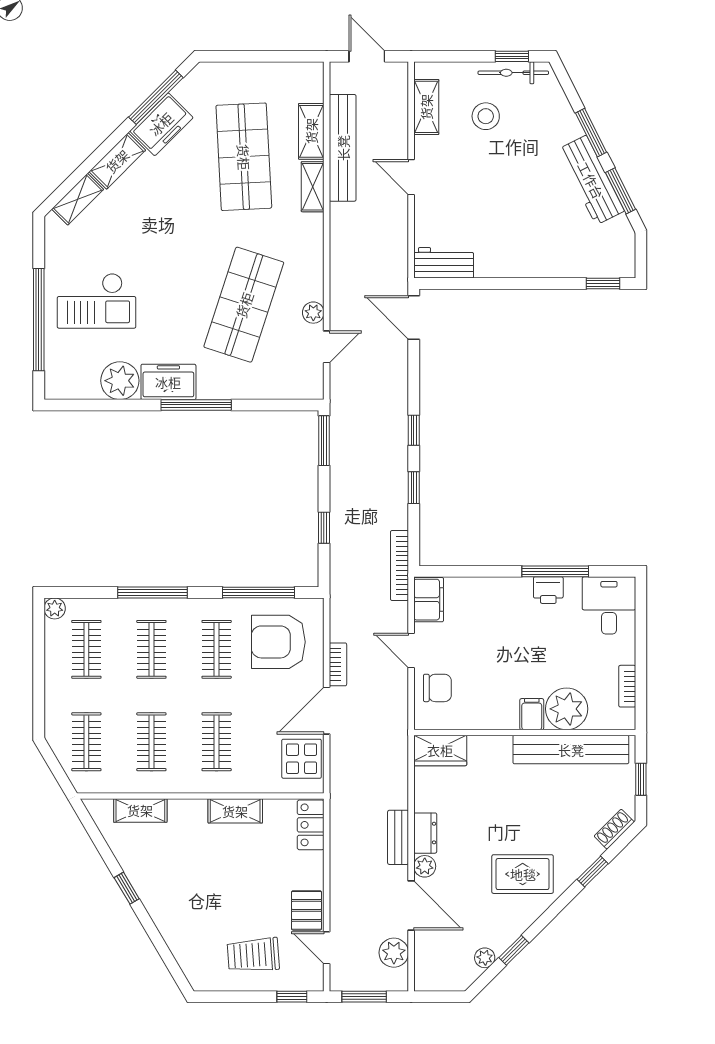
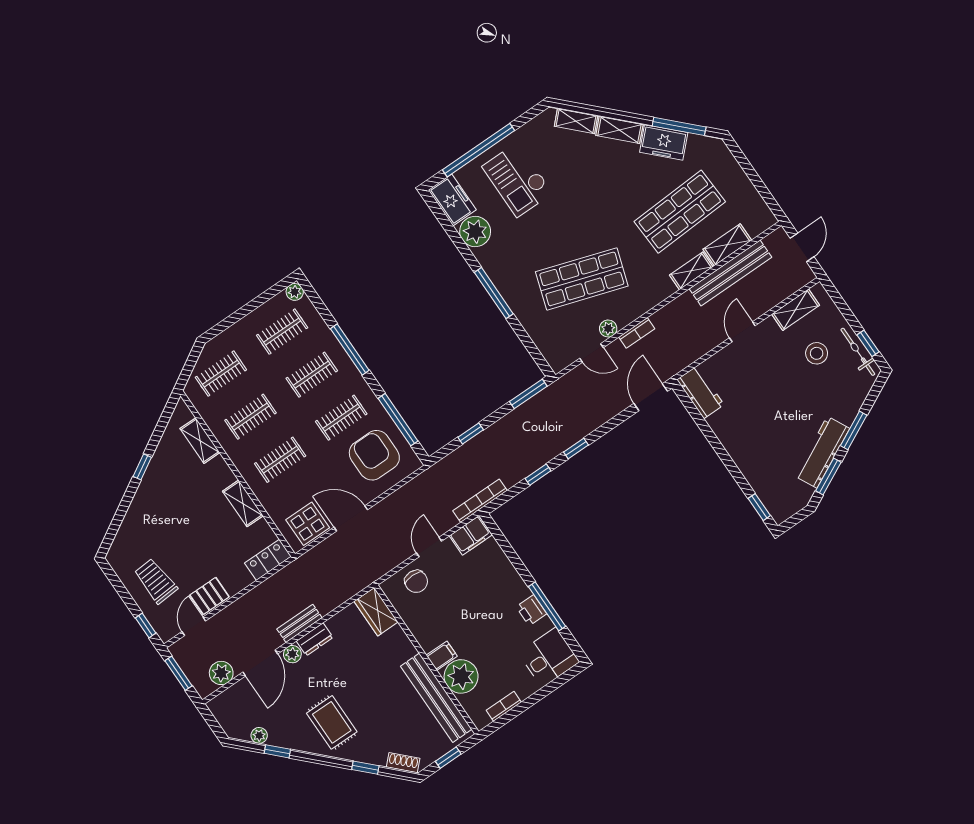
freezer: (168, 382) -> (452, 200), moved
bookcase: (338, 664) -> (637, 333), moved

